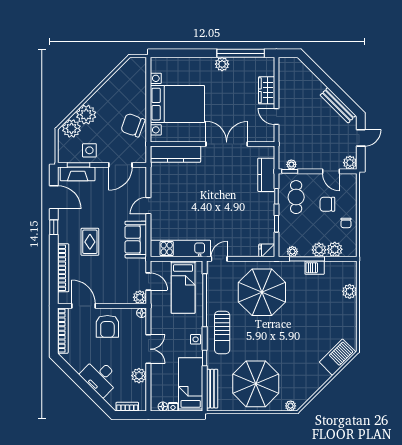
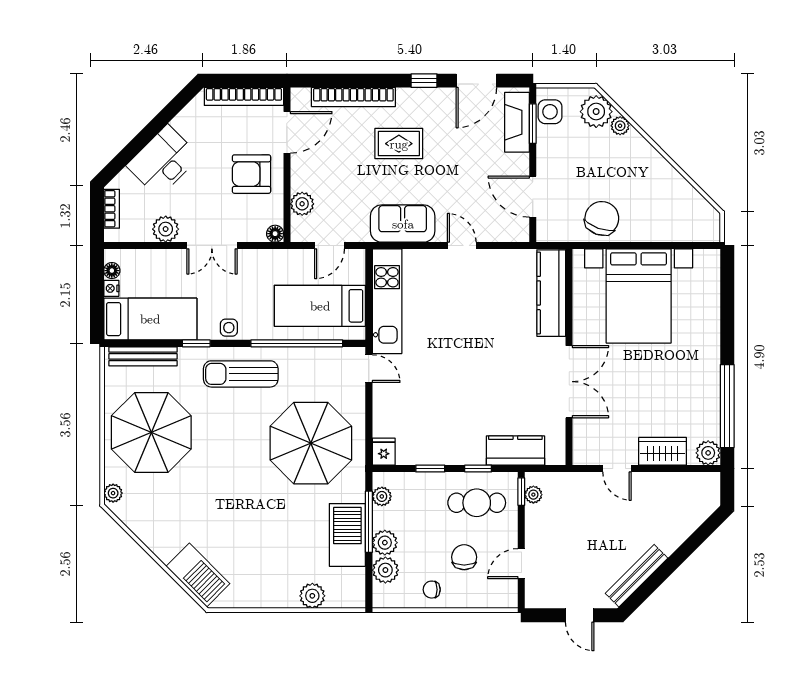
plant: (222, 64) -> (708, 453), moved
plant: (86, 115) -> (620, 126), width x0.53, depth x0.53
door: (276, 116) -> (617, 469), swing flipped
side table: (89, 150) -> (550, 112), moved
plant: (350, 163) -> (537, 597), removed
barbecue: (315, 268) -> (347, 535), width x1.88, depth x1.53
plant: (140, 297) -> (302, 204), moved

